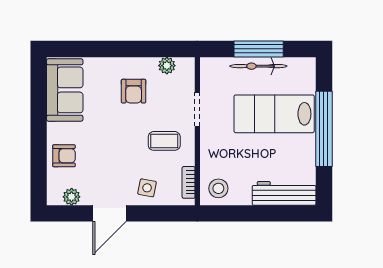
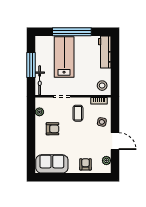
bicycle: (258, 66) -> (40, 80), moved
lab bench: (274, 114) -> (64, 57), turned 180

